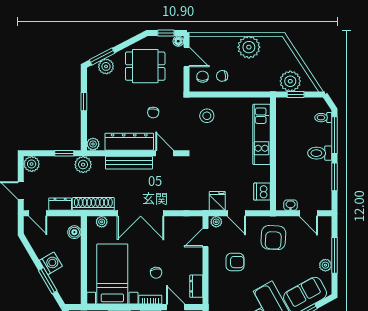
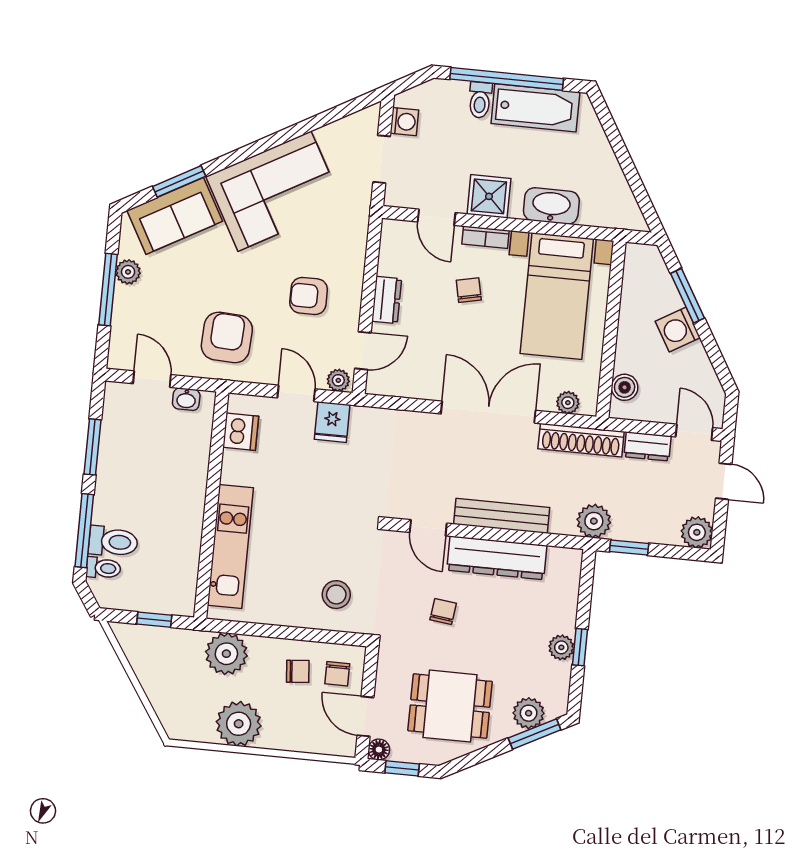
plant: (290, 81) -> (226, 654), moved
plant: (93, 144) -> (561, 647), moved
toilet: (320, 153) -> (113, 542), moved
dresser: (196, 286) -> (387, 300), moved

